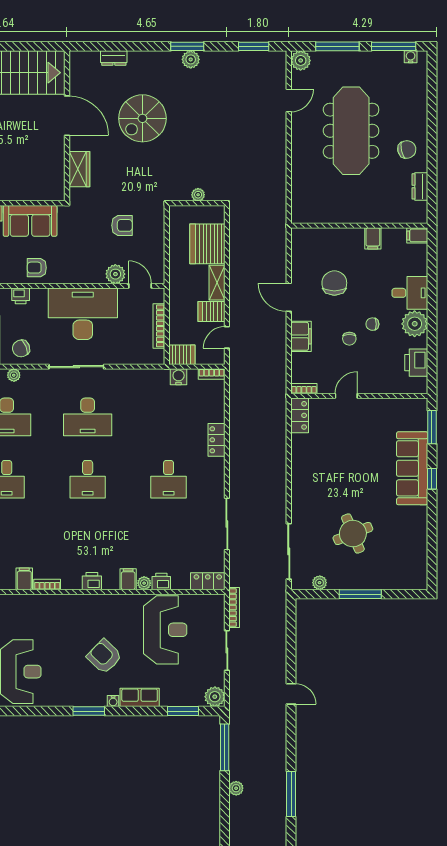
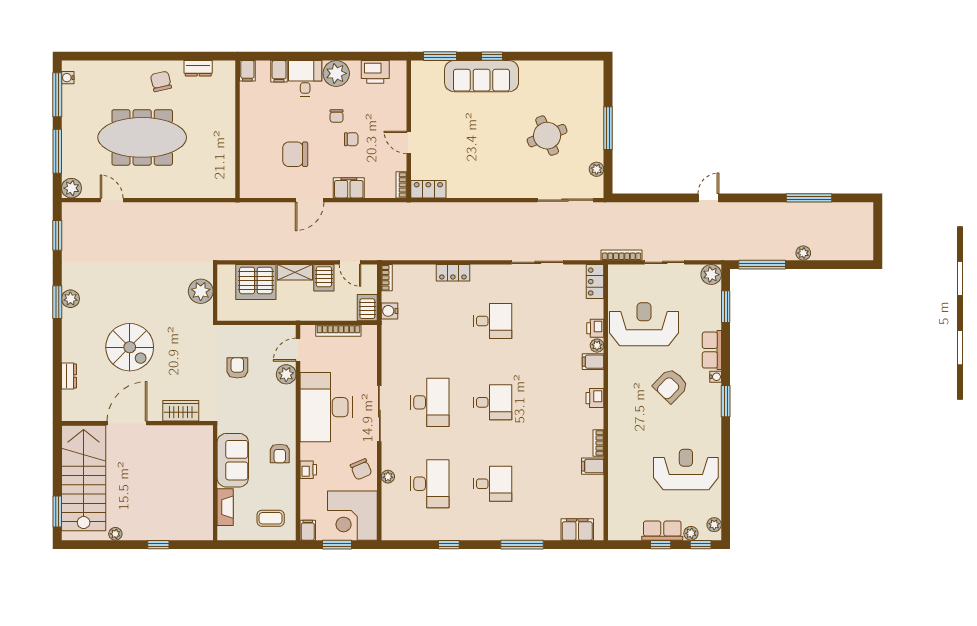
plant: (198, 195) -> (201, 291), width x1.87, depth x1.87
filing cabinet: (373, 238) -> (279, 71), moved, turned 90

